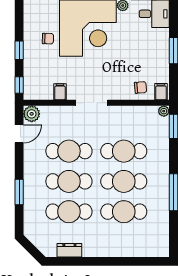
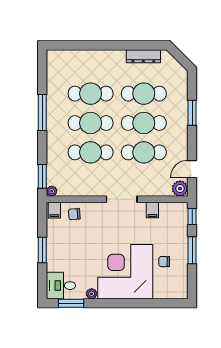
window: (19, 50) -> (192, 250), width x1.50
dresser: (69, 250) -> (143, 56), width x1.44

